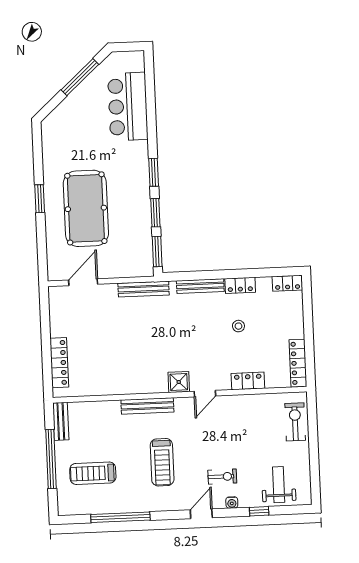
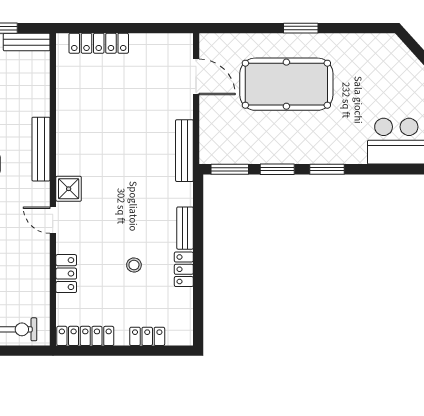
locker: (287, 283) -> (147, 336), moved, turned 90
bench: (200, 286) -> (185, 228), width x0.73

